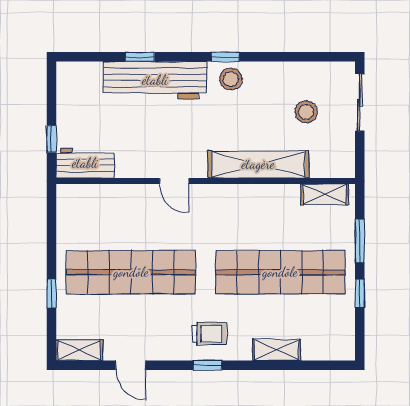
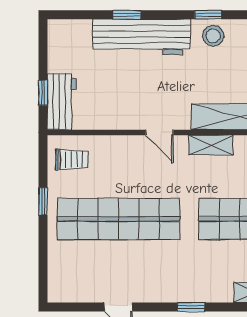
workbench: (85, 163) -> (62, 102), moved, turned 90
window: (51, 294) -> (43, 201), moved
trolley: (209, 333) -> (72, 159), moved
shelving: (79, 350) -> (211, 145), moved

